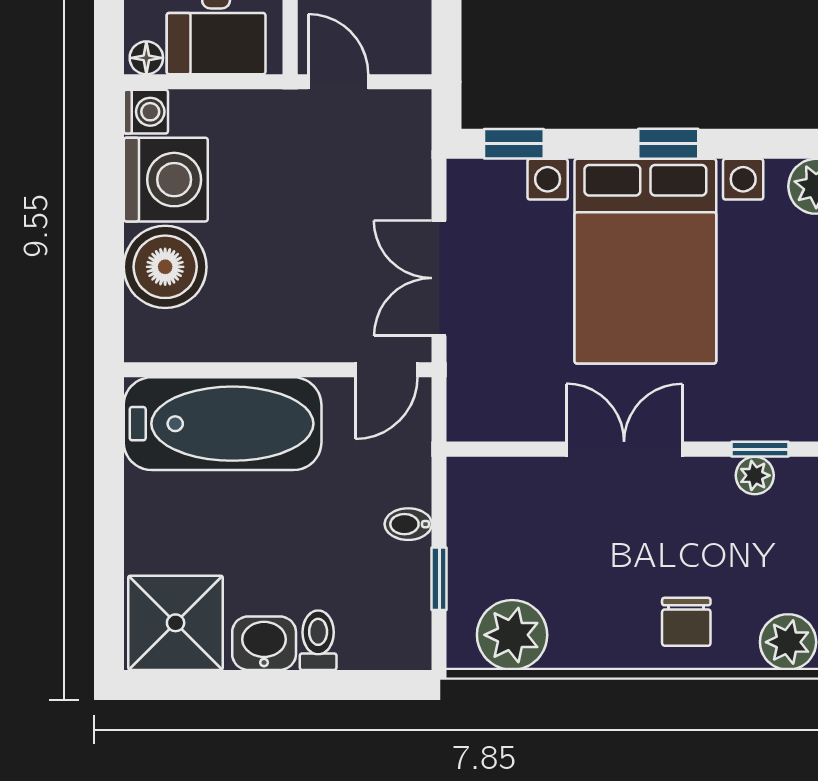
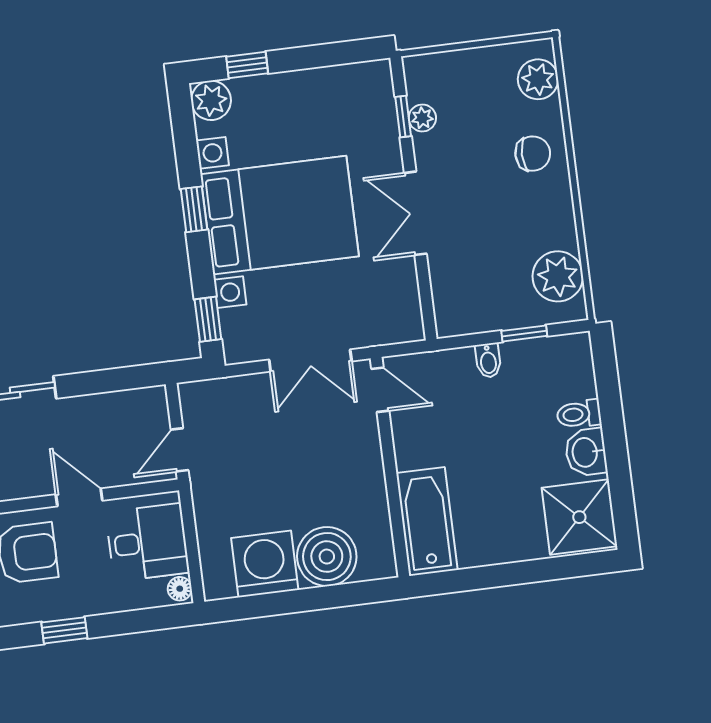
washing machine: (146, 112) -> (218, 584), removed
bathtub: (223, 424) -> (427, 521), width x0.73, depth x0.73

